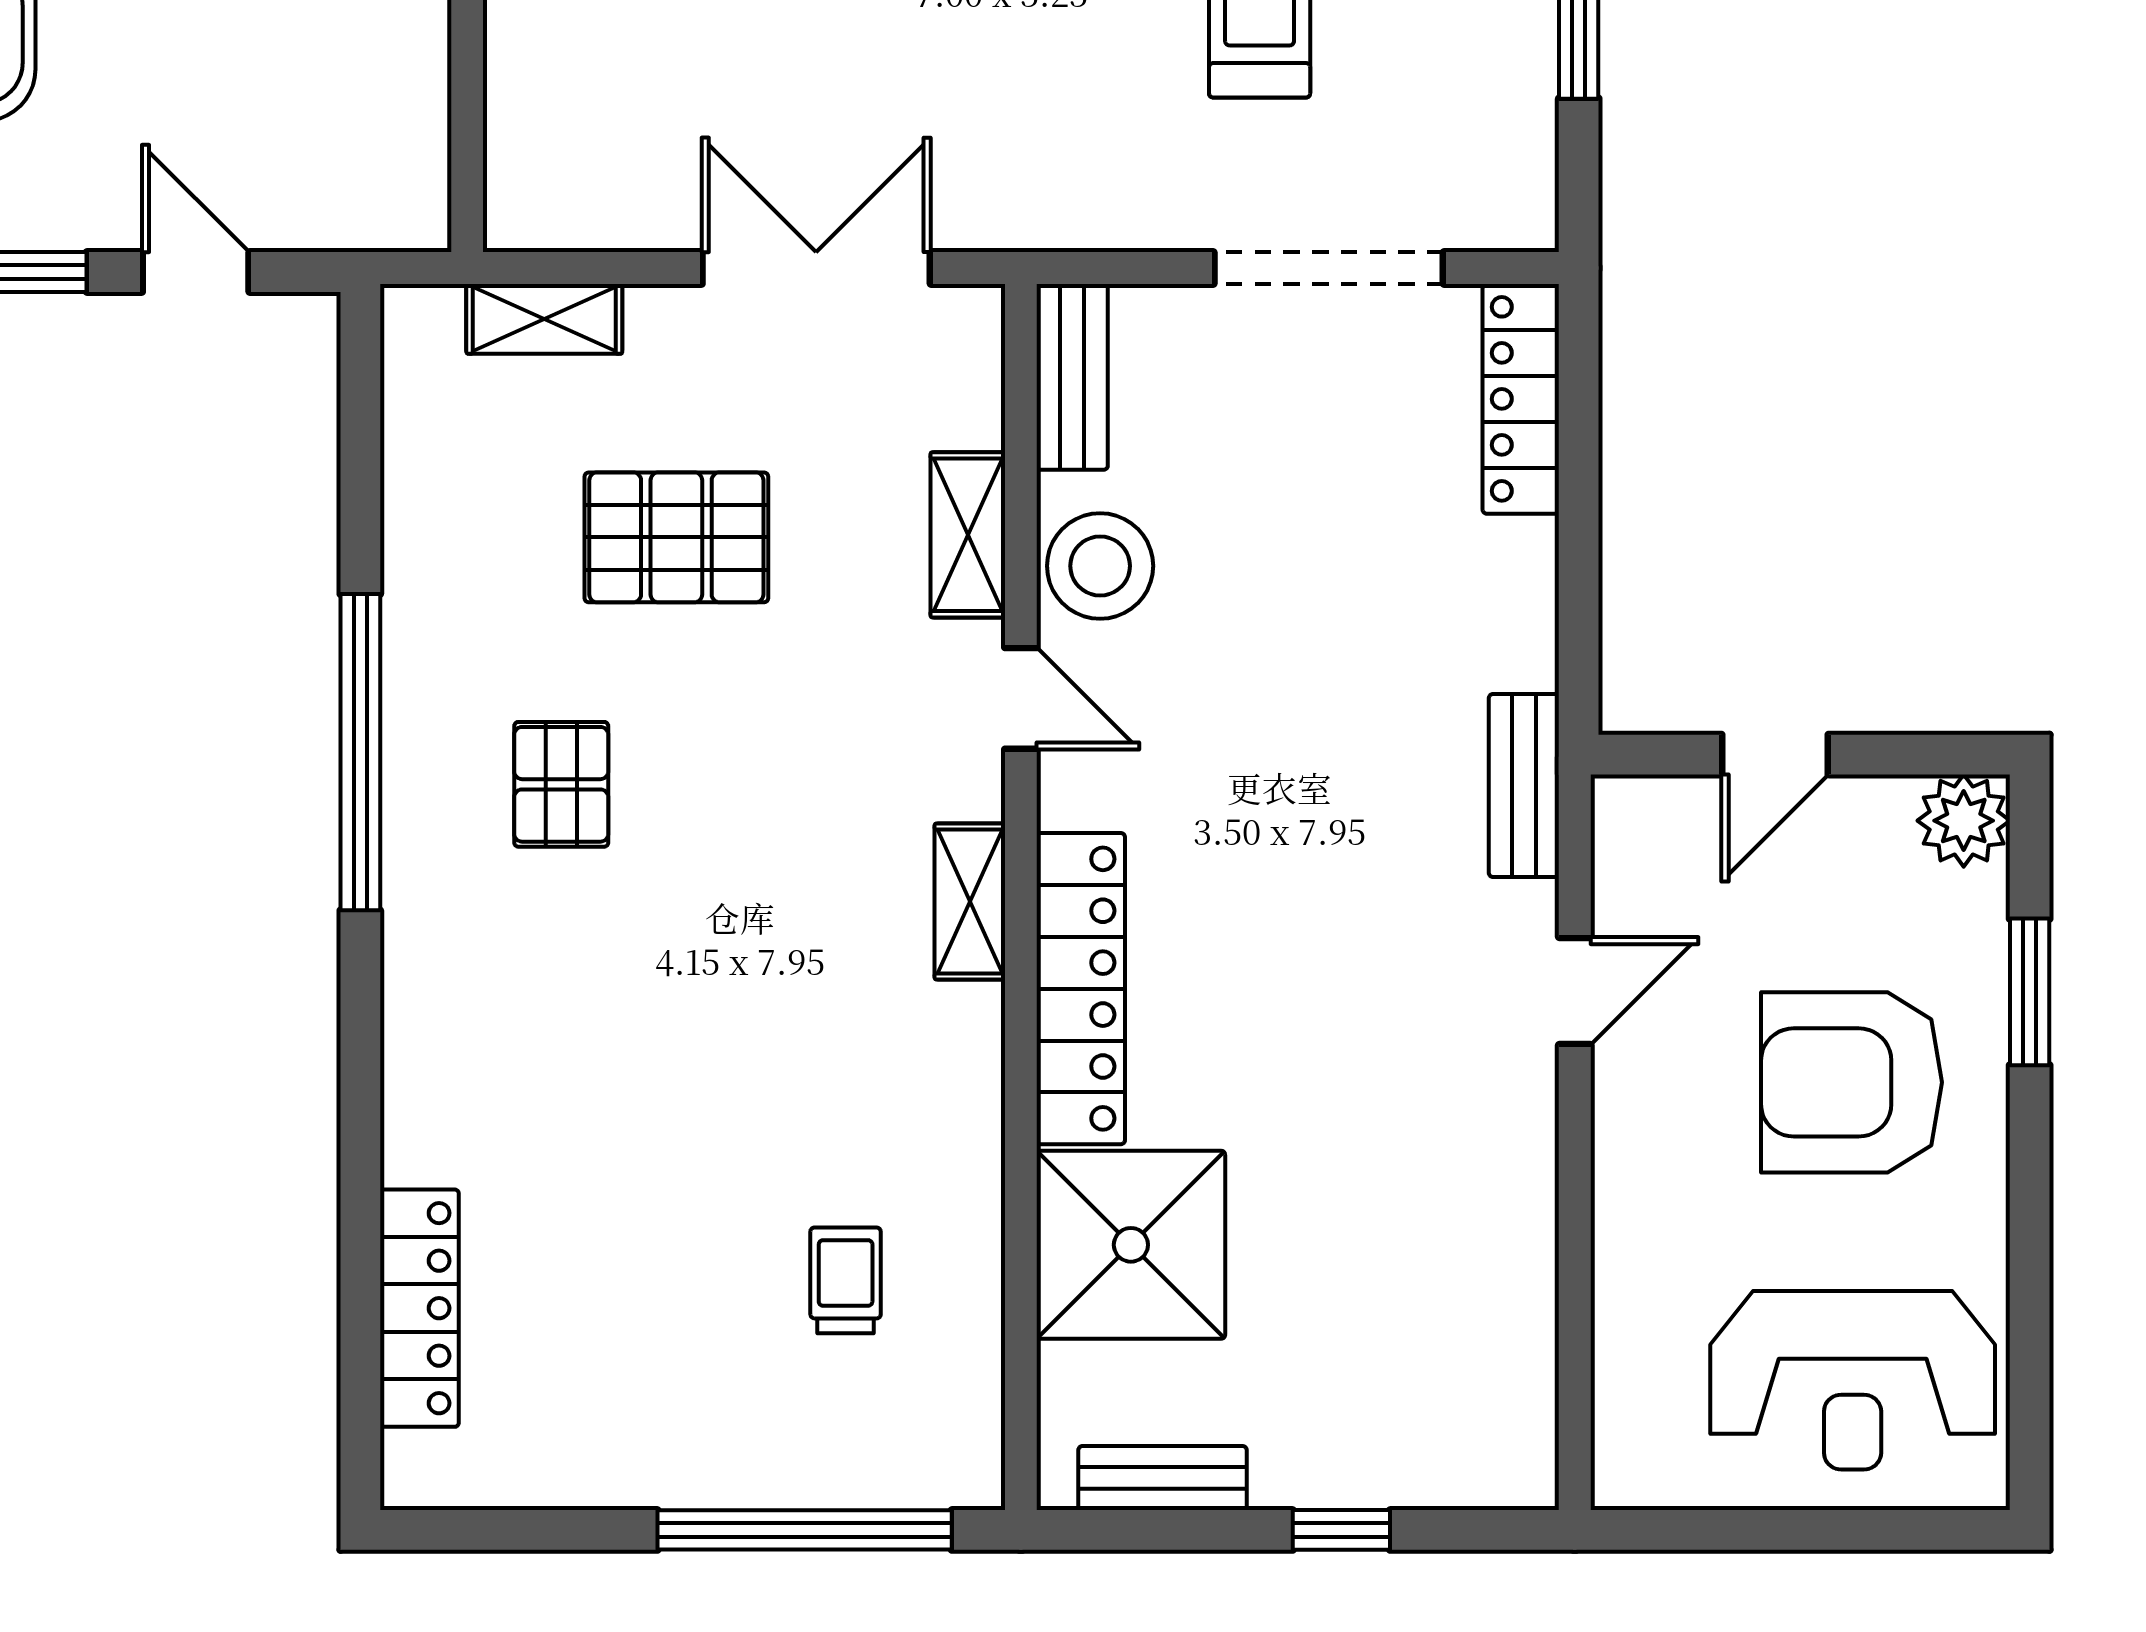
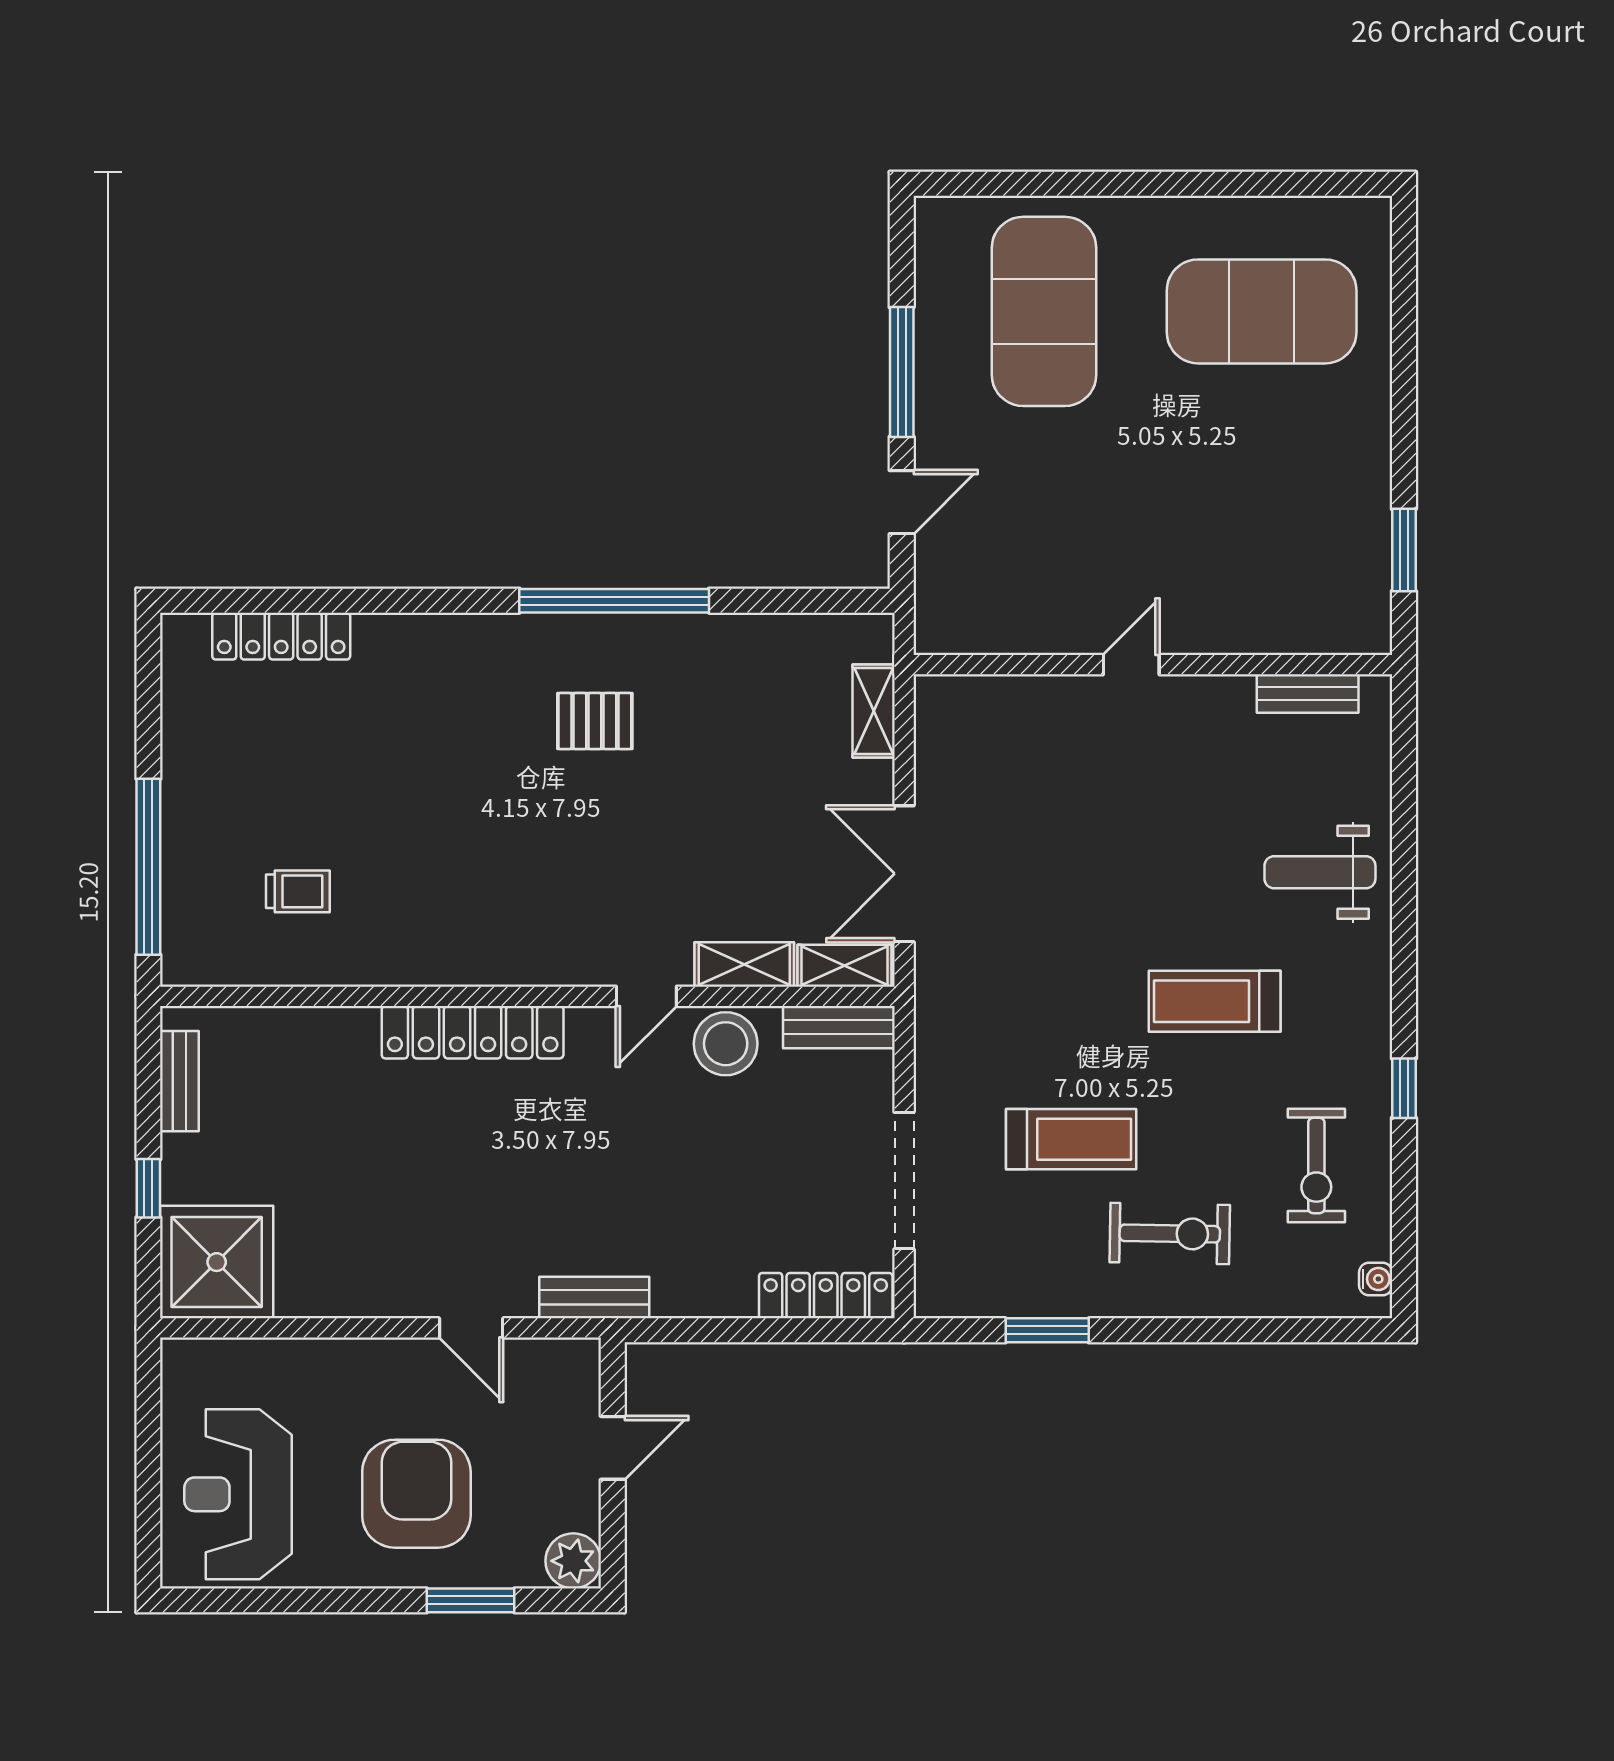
double door: (816, 268) -> (904, 874), swing flipped
pallet: (676, 537) -> (743, 790), removed
door: (1775, 755) -> (613, 1448), swing flipped
shelving: (970, 902) -> (844, 966), moved
shower: (1131, 1245) -> (217, 1262), moved

